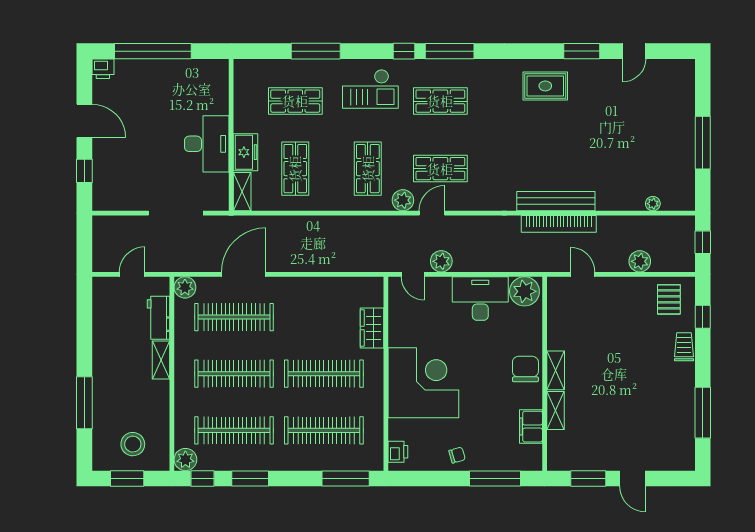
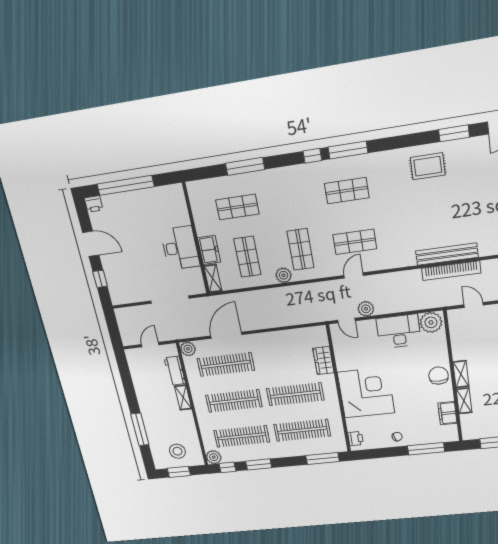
checkout: (370, 89) -> (292, 189), removed
plant: (403, 200) -> (284, 275), moved

